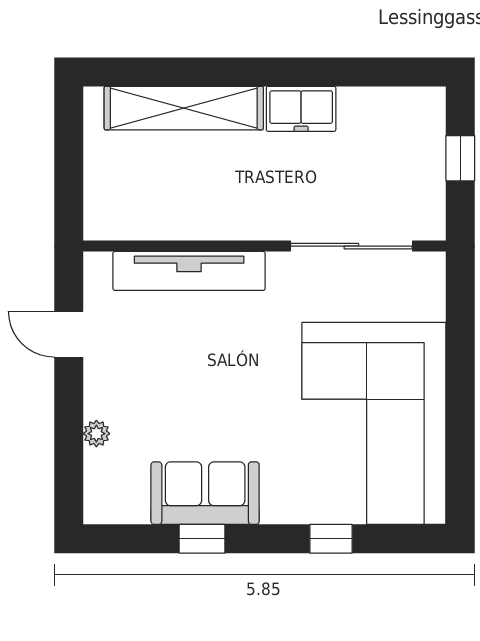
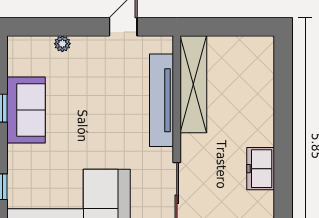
shelving: (184, 108) -> (193, 84), moved

